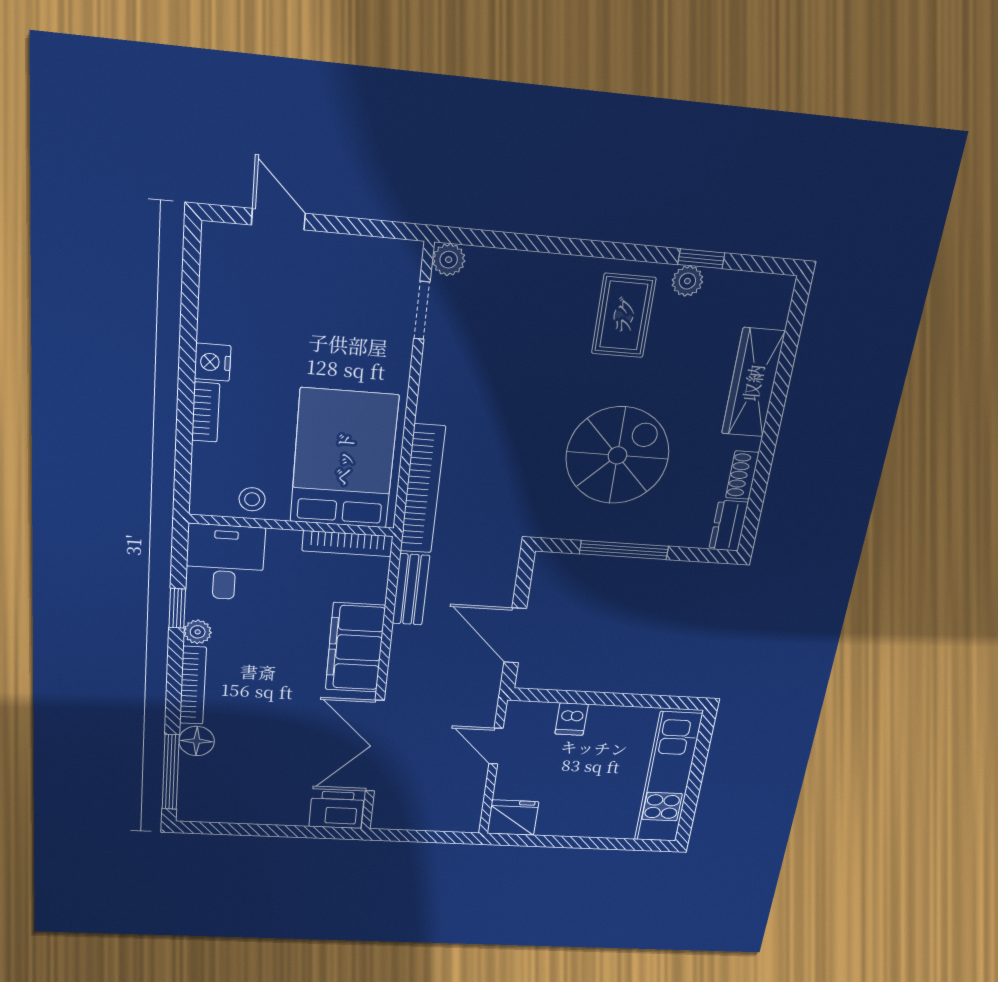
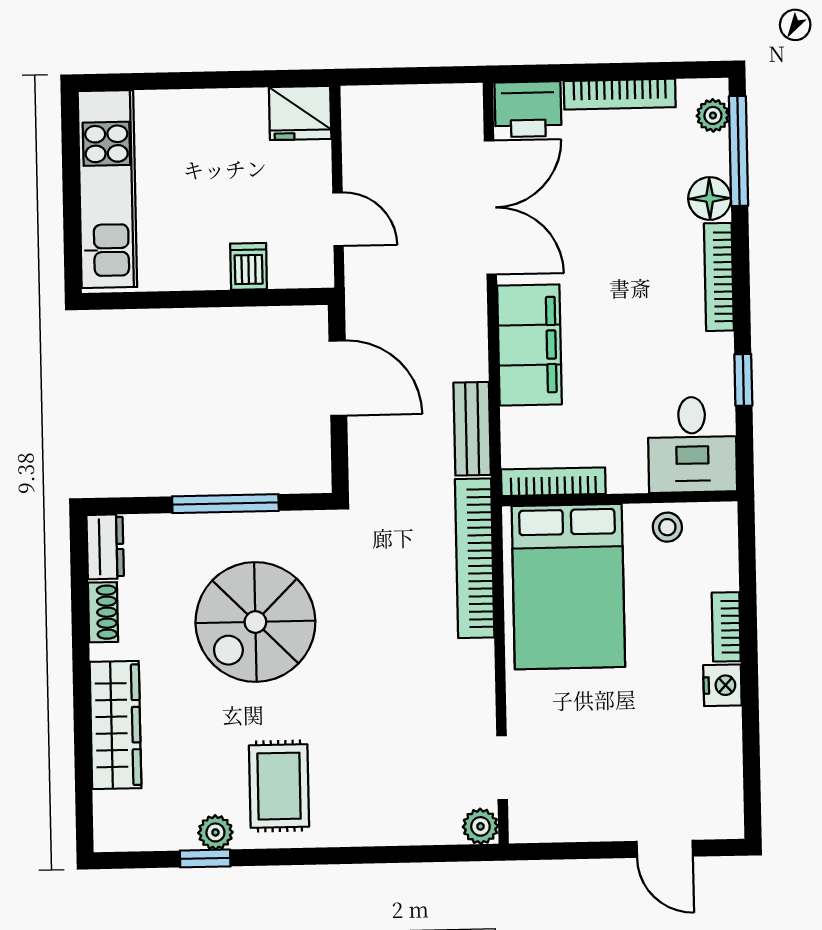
plant: (198, 632) -> (713, 115), moved
bookcase: (263, 815) -> (620, 94), added

